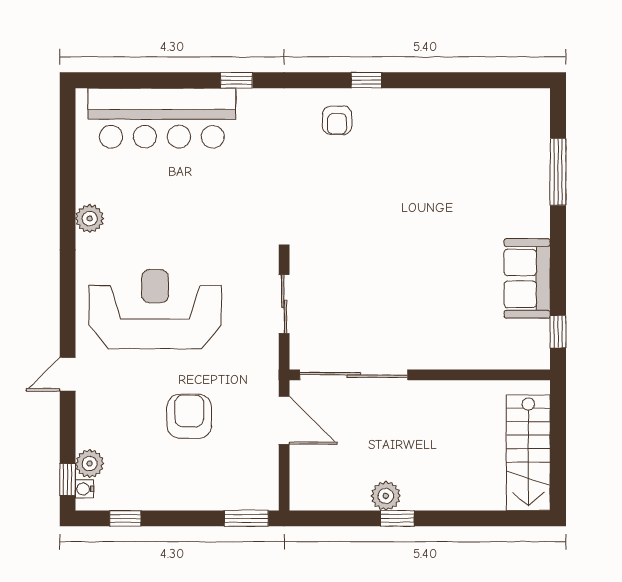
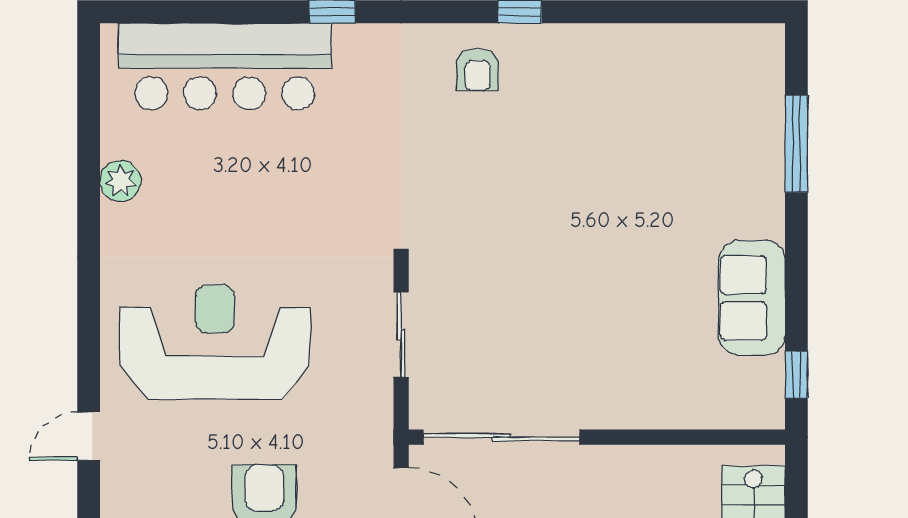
plant: (90, 219) -> (120, 181), moved

